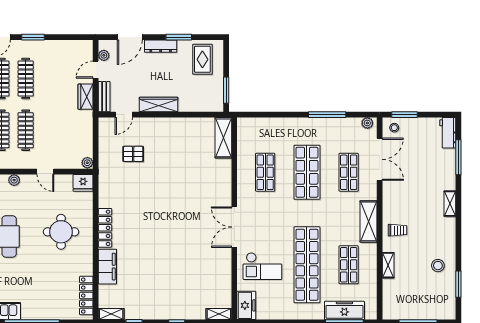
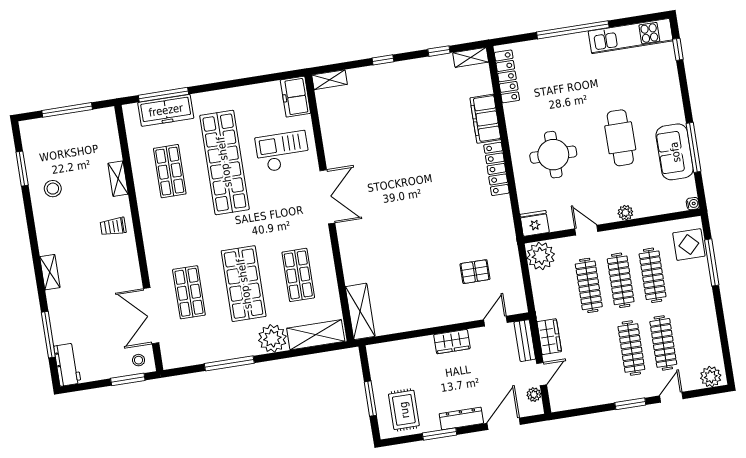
window: (226, 90) -> (370, 399), moved
wardrobe: (159, 104) -> (452, 342), width x0.67
plant: (367, 123) -> (272, 338), moved, width x1.87, depth x1.87
clothes rail: (50, 130) -> (589, 285), added
plant: (87, 163) -> (541, 256), width x1.87, depth x1.87
shelving: (369, 221) -> (316, 335), moved, turned 90

